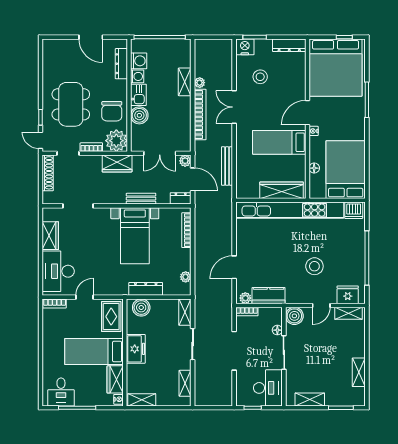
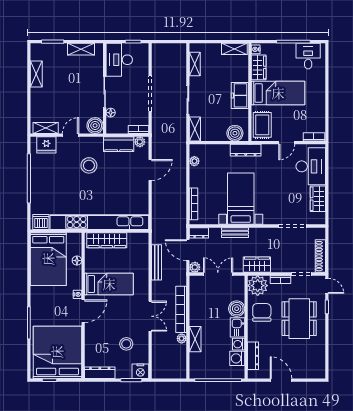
stool: (314, 266) -> (89, 165), moved
dresser: (146, 289) -> (246, 150), moved

